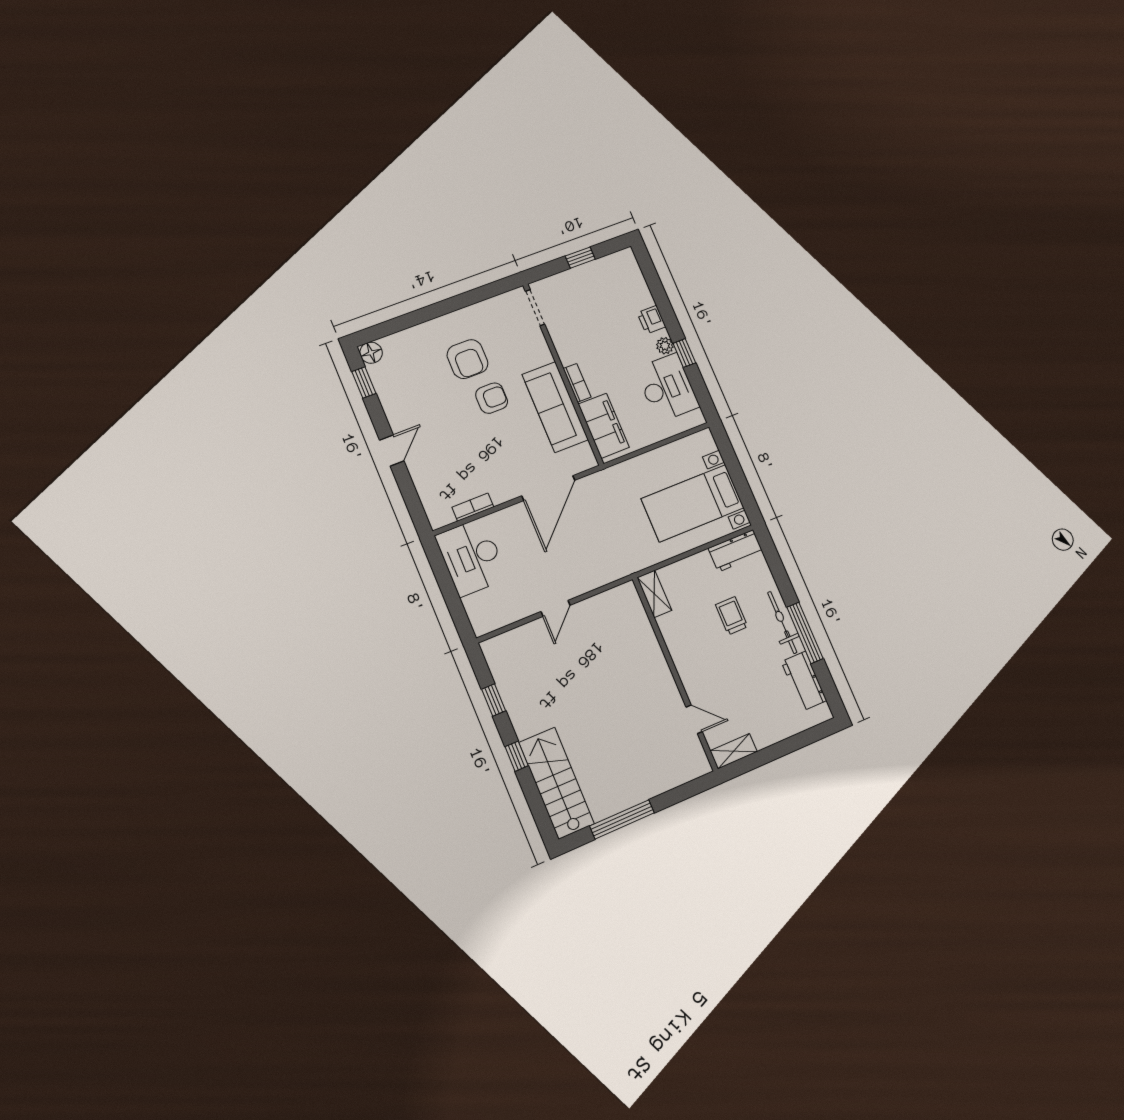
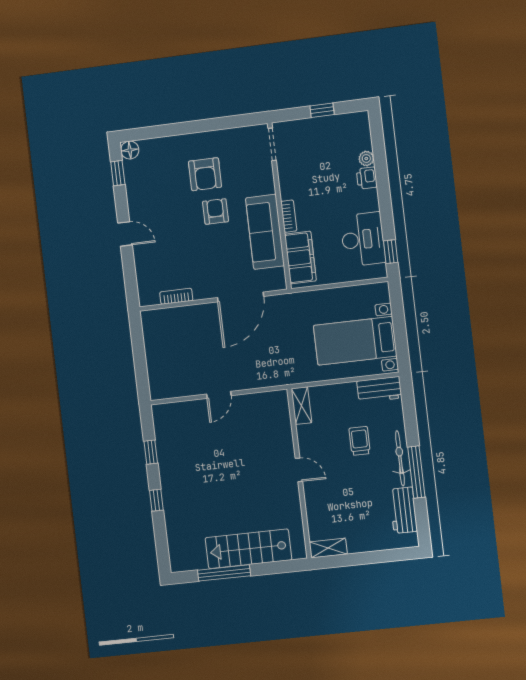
plant: (665, 346) -> (366, 158), moved
window: (684, 353) -> (391, 252), moved
armchair: (492, 398) -> (216, 211), turned -90
door: (392, 451) -> (125, 234), hinge flipped
desk: (471, 557) -> (164, 336), removed
door: (694, 719) -> (299, 470), moved
stairs: (556, 783) -> (248, 549), moved, turned -90

